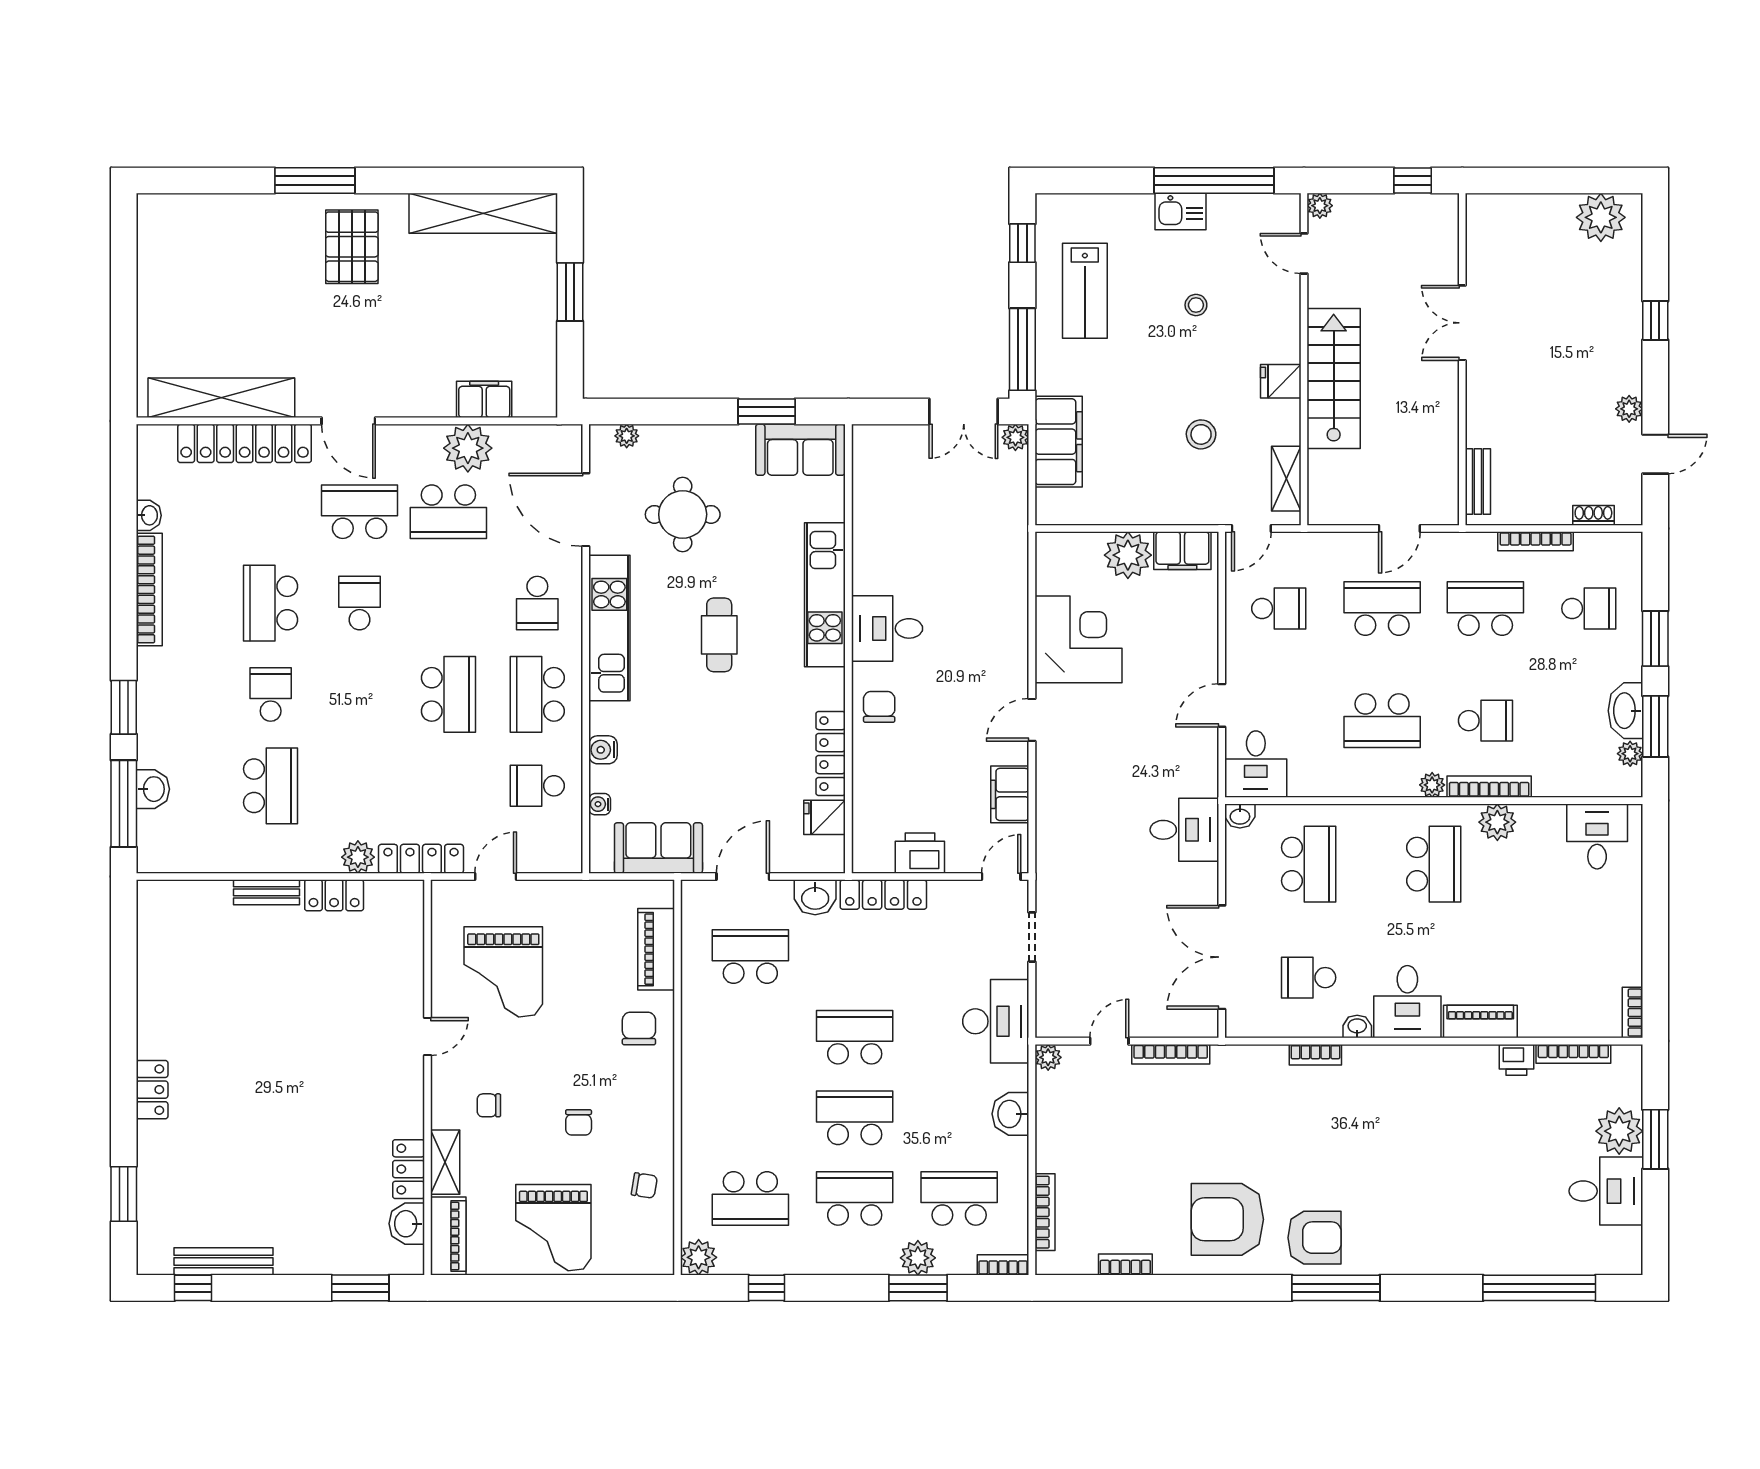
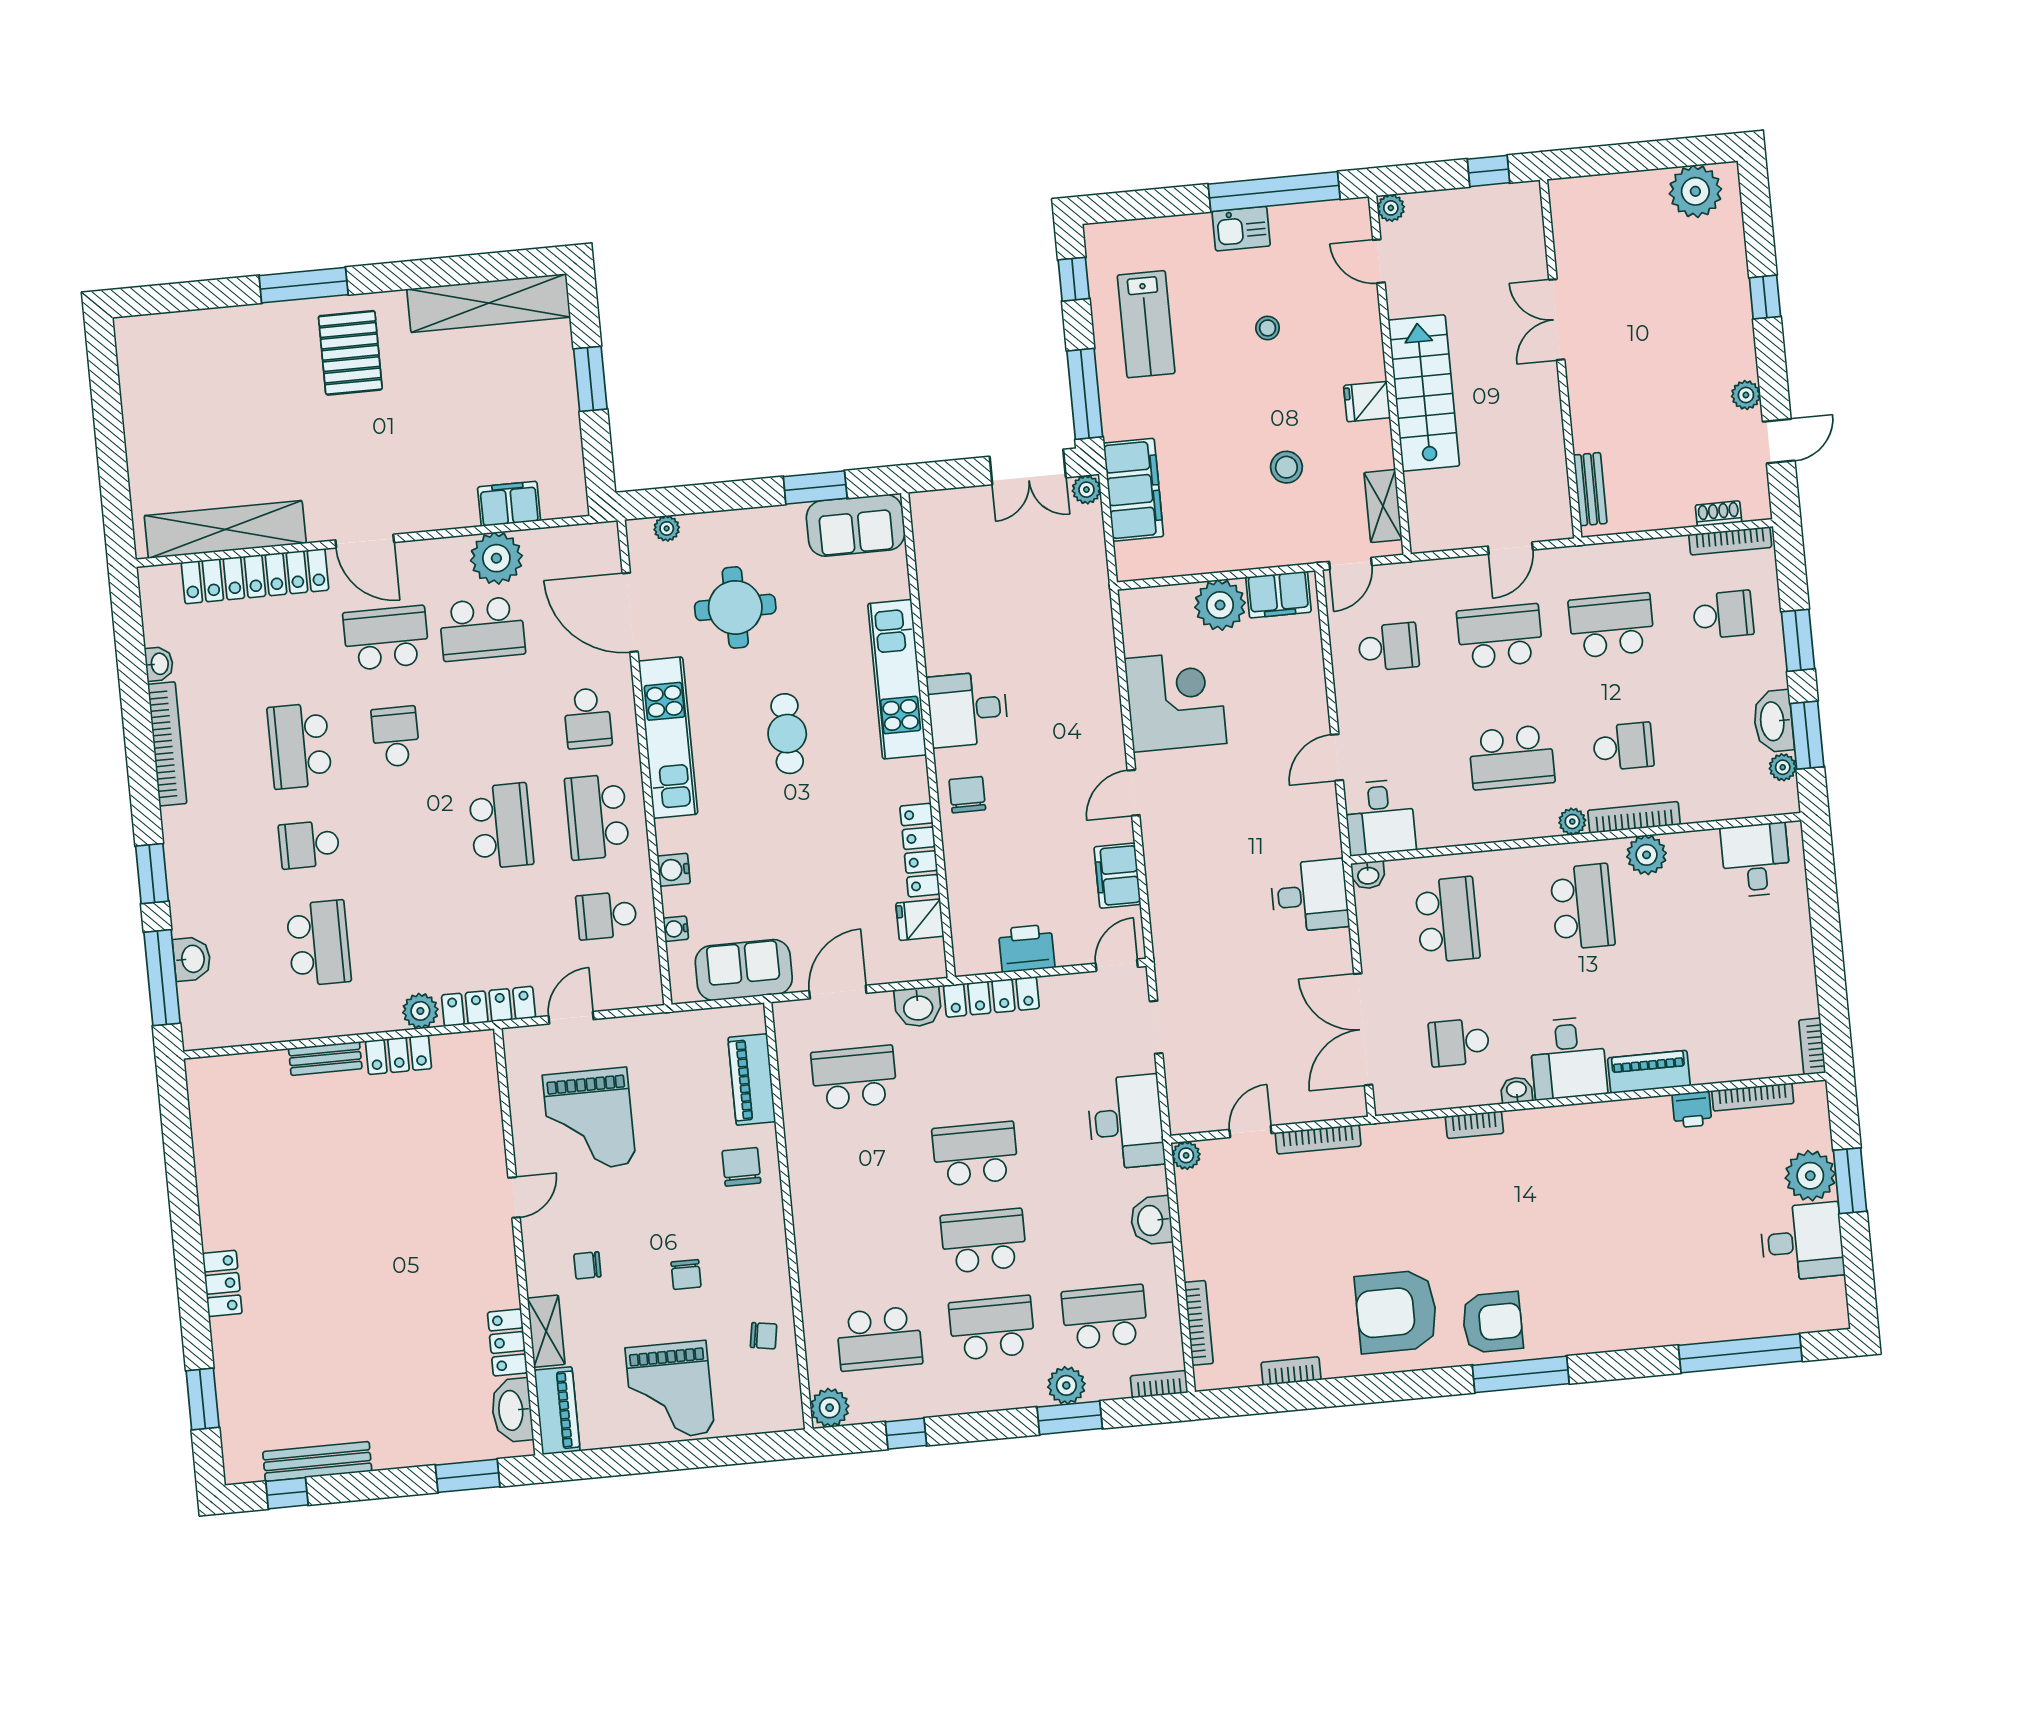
bookcase: (1536, 541) -> (1730, 541), moved
school desk: (271, 694) -> (309, 845), turned -90
washbasin: (407, 1224) -> (512, 1410), width x1.38

